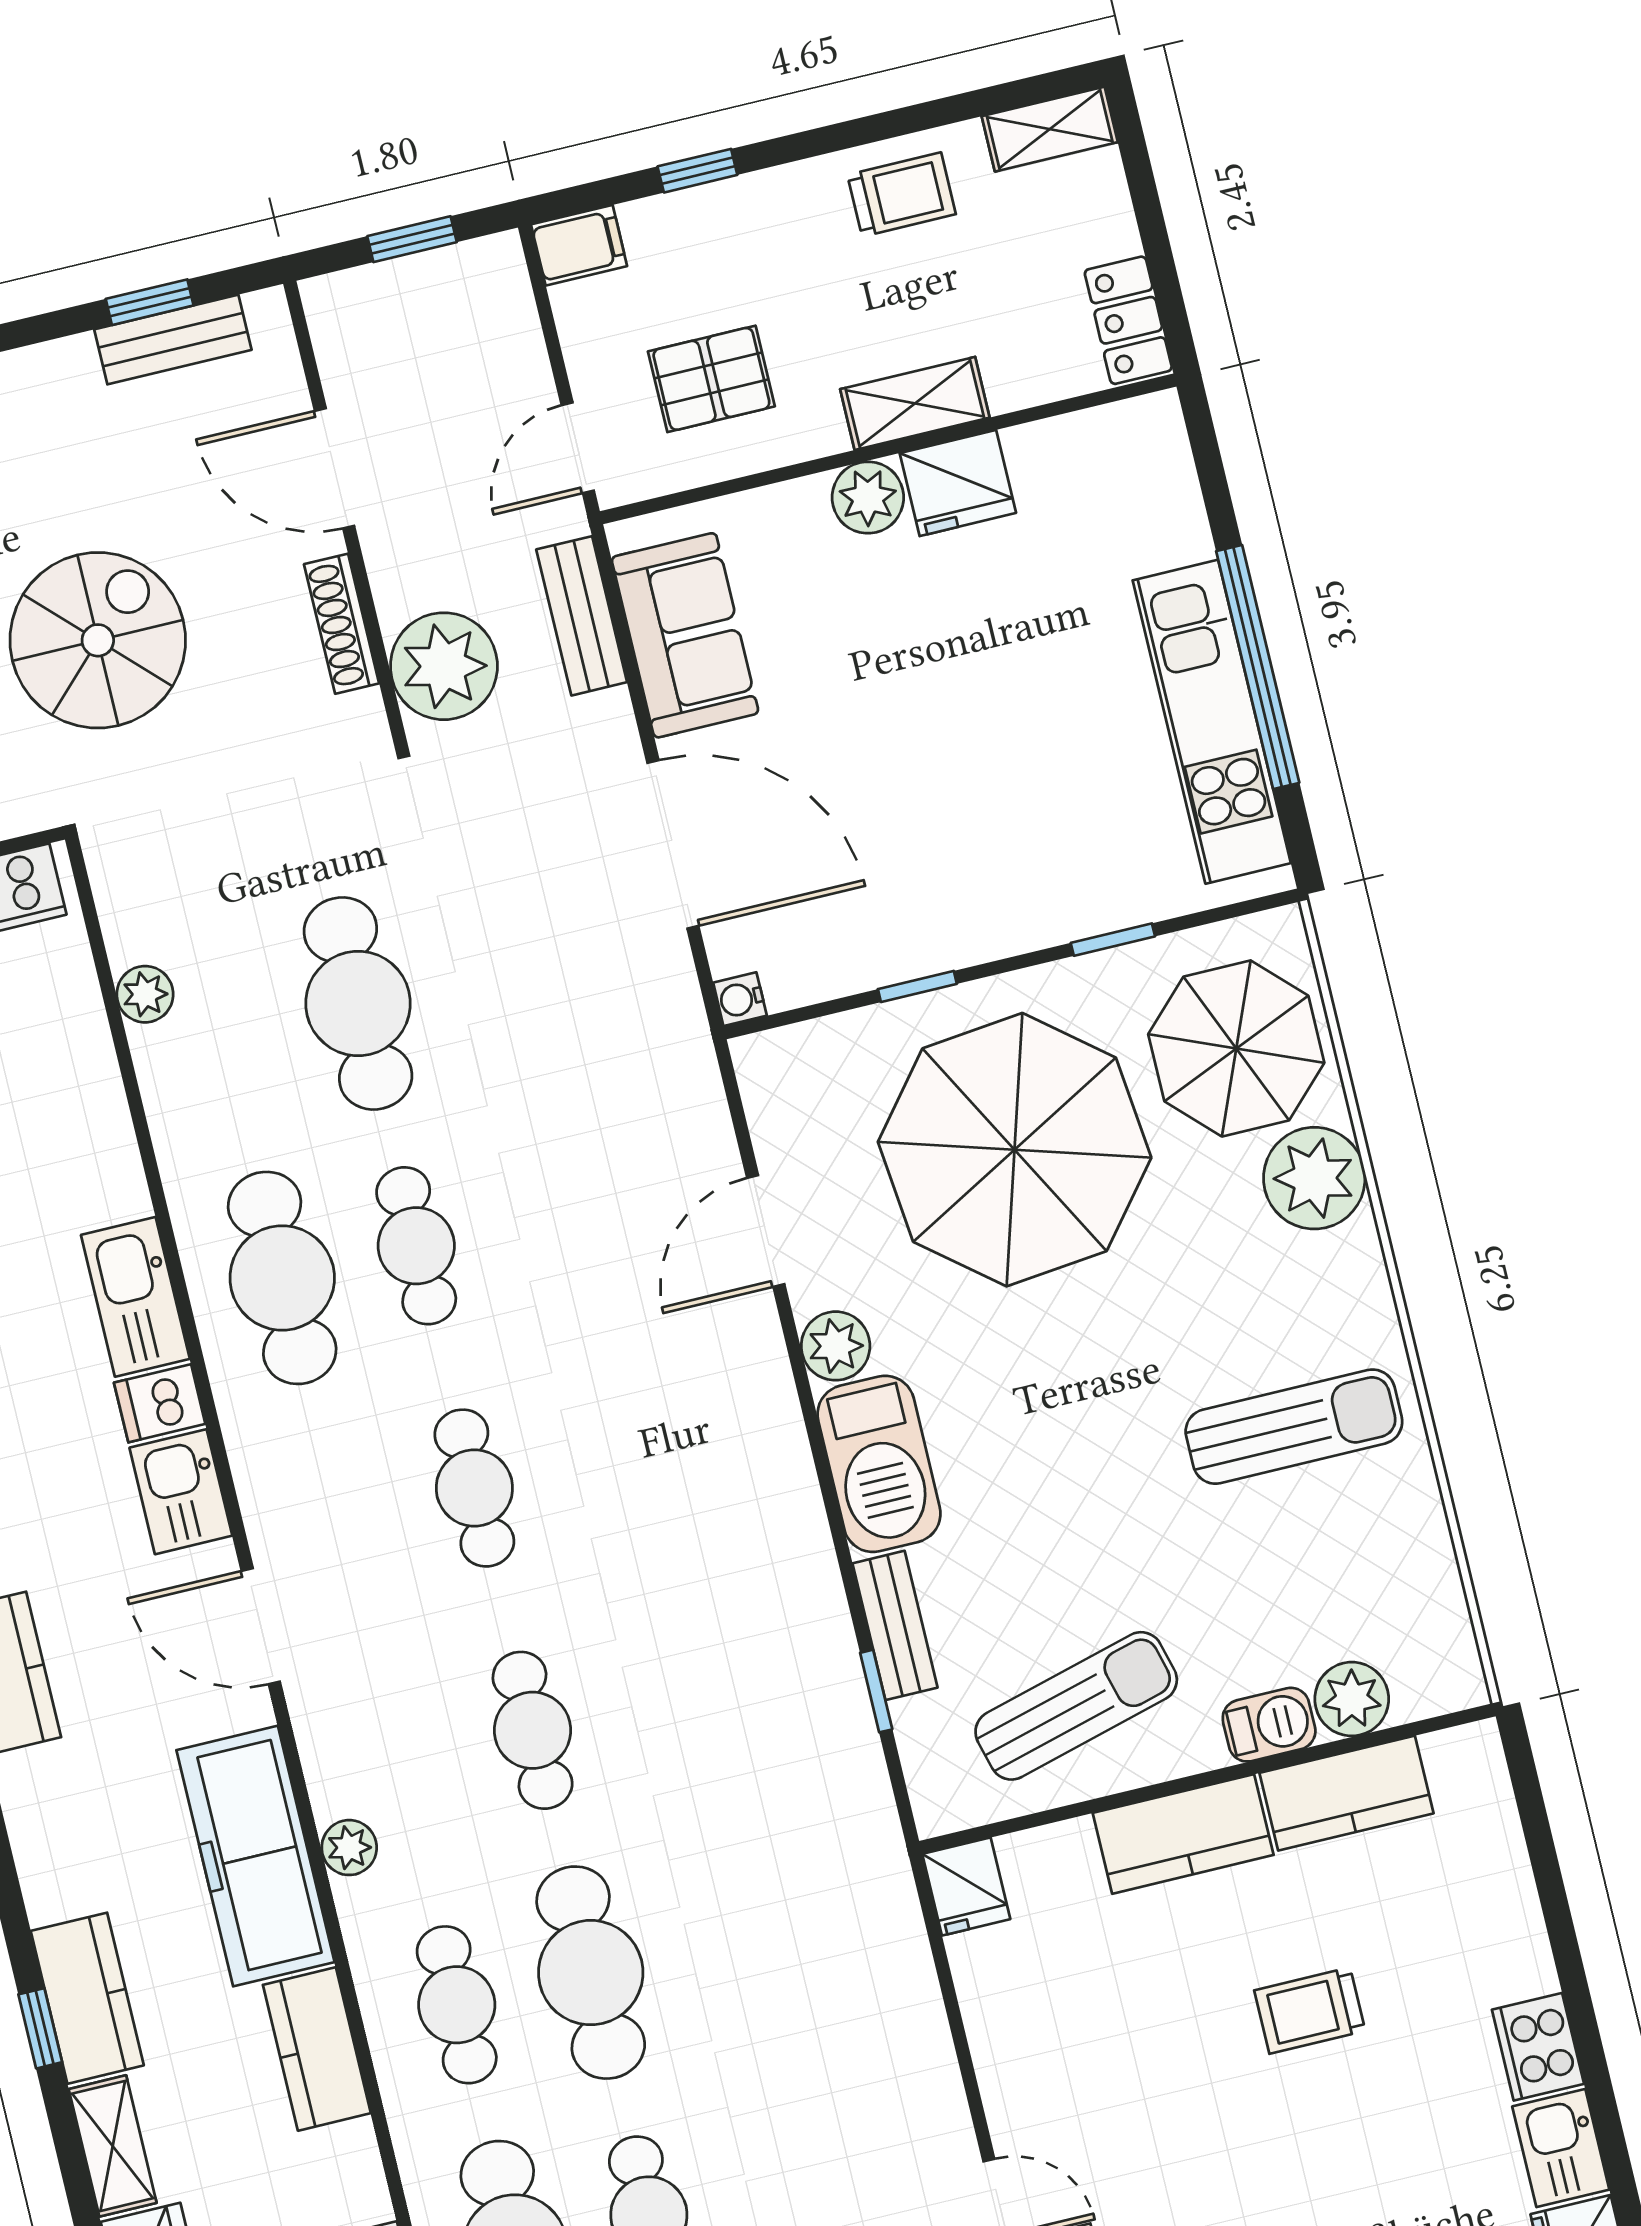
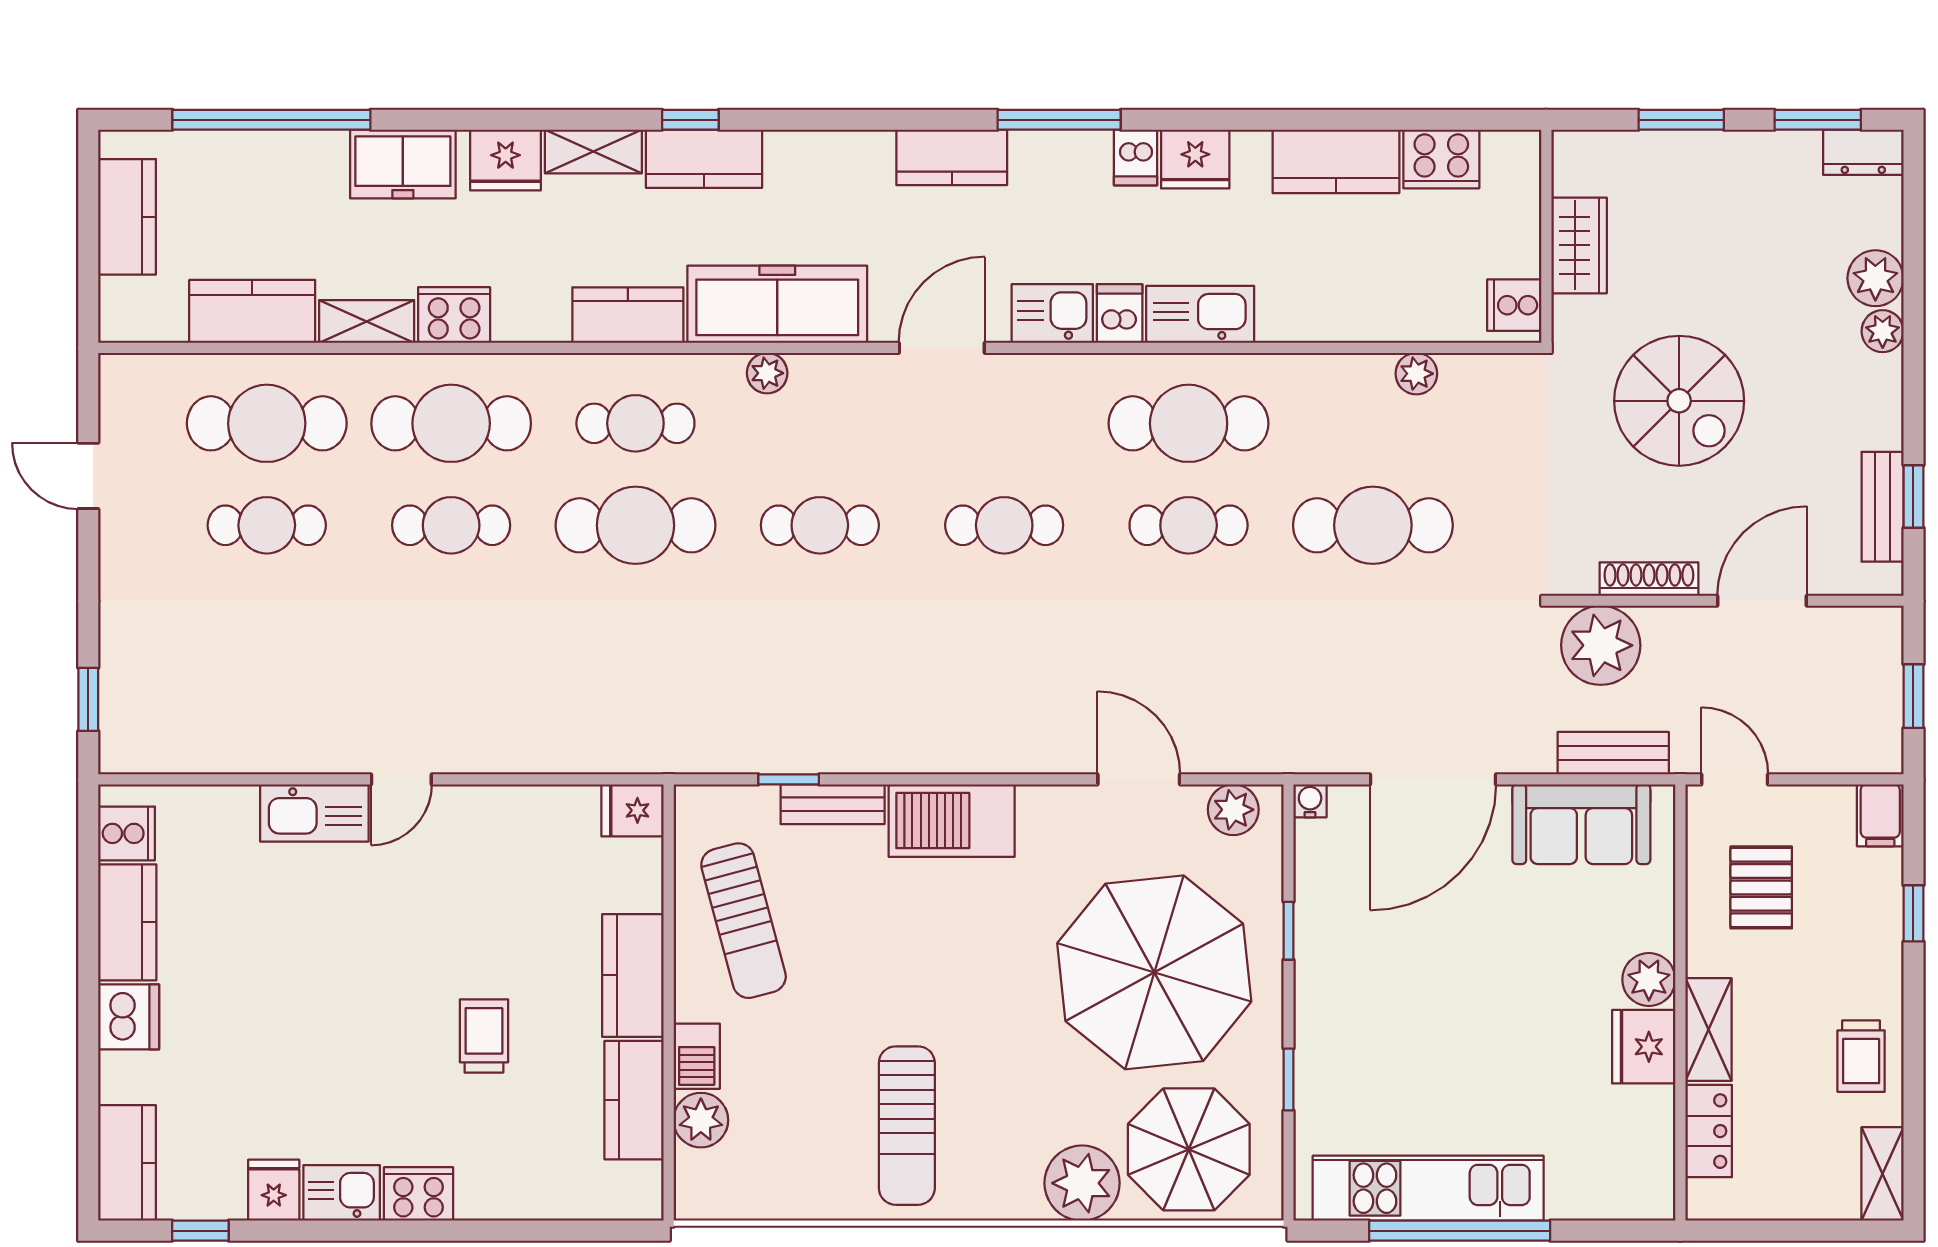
locker: (1128, 320) -> (1709, 1131), moved, turned 90
plant: (836, 1346) -> (1233, 810), moved

